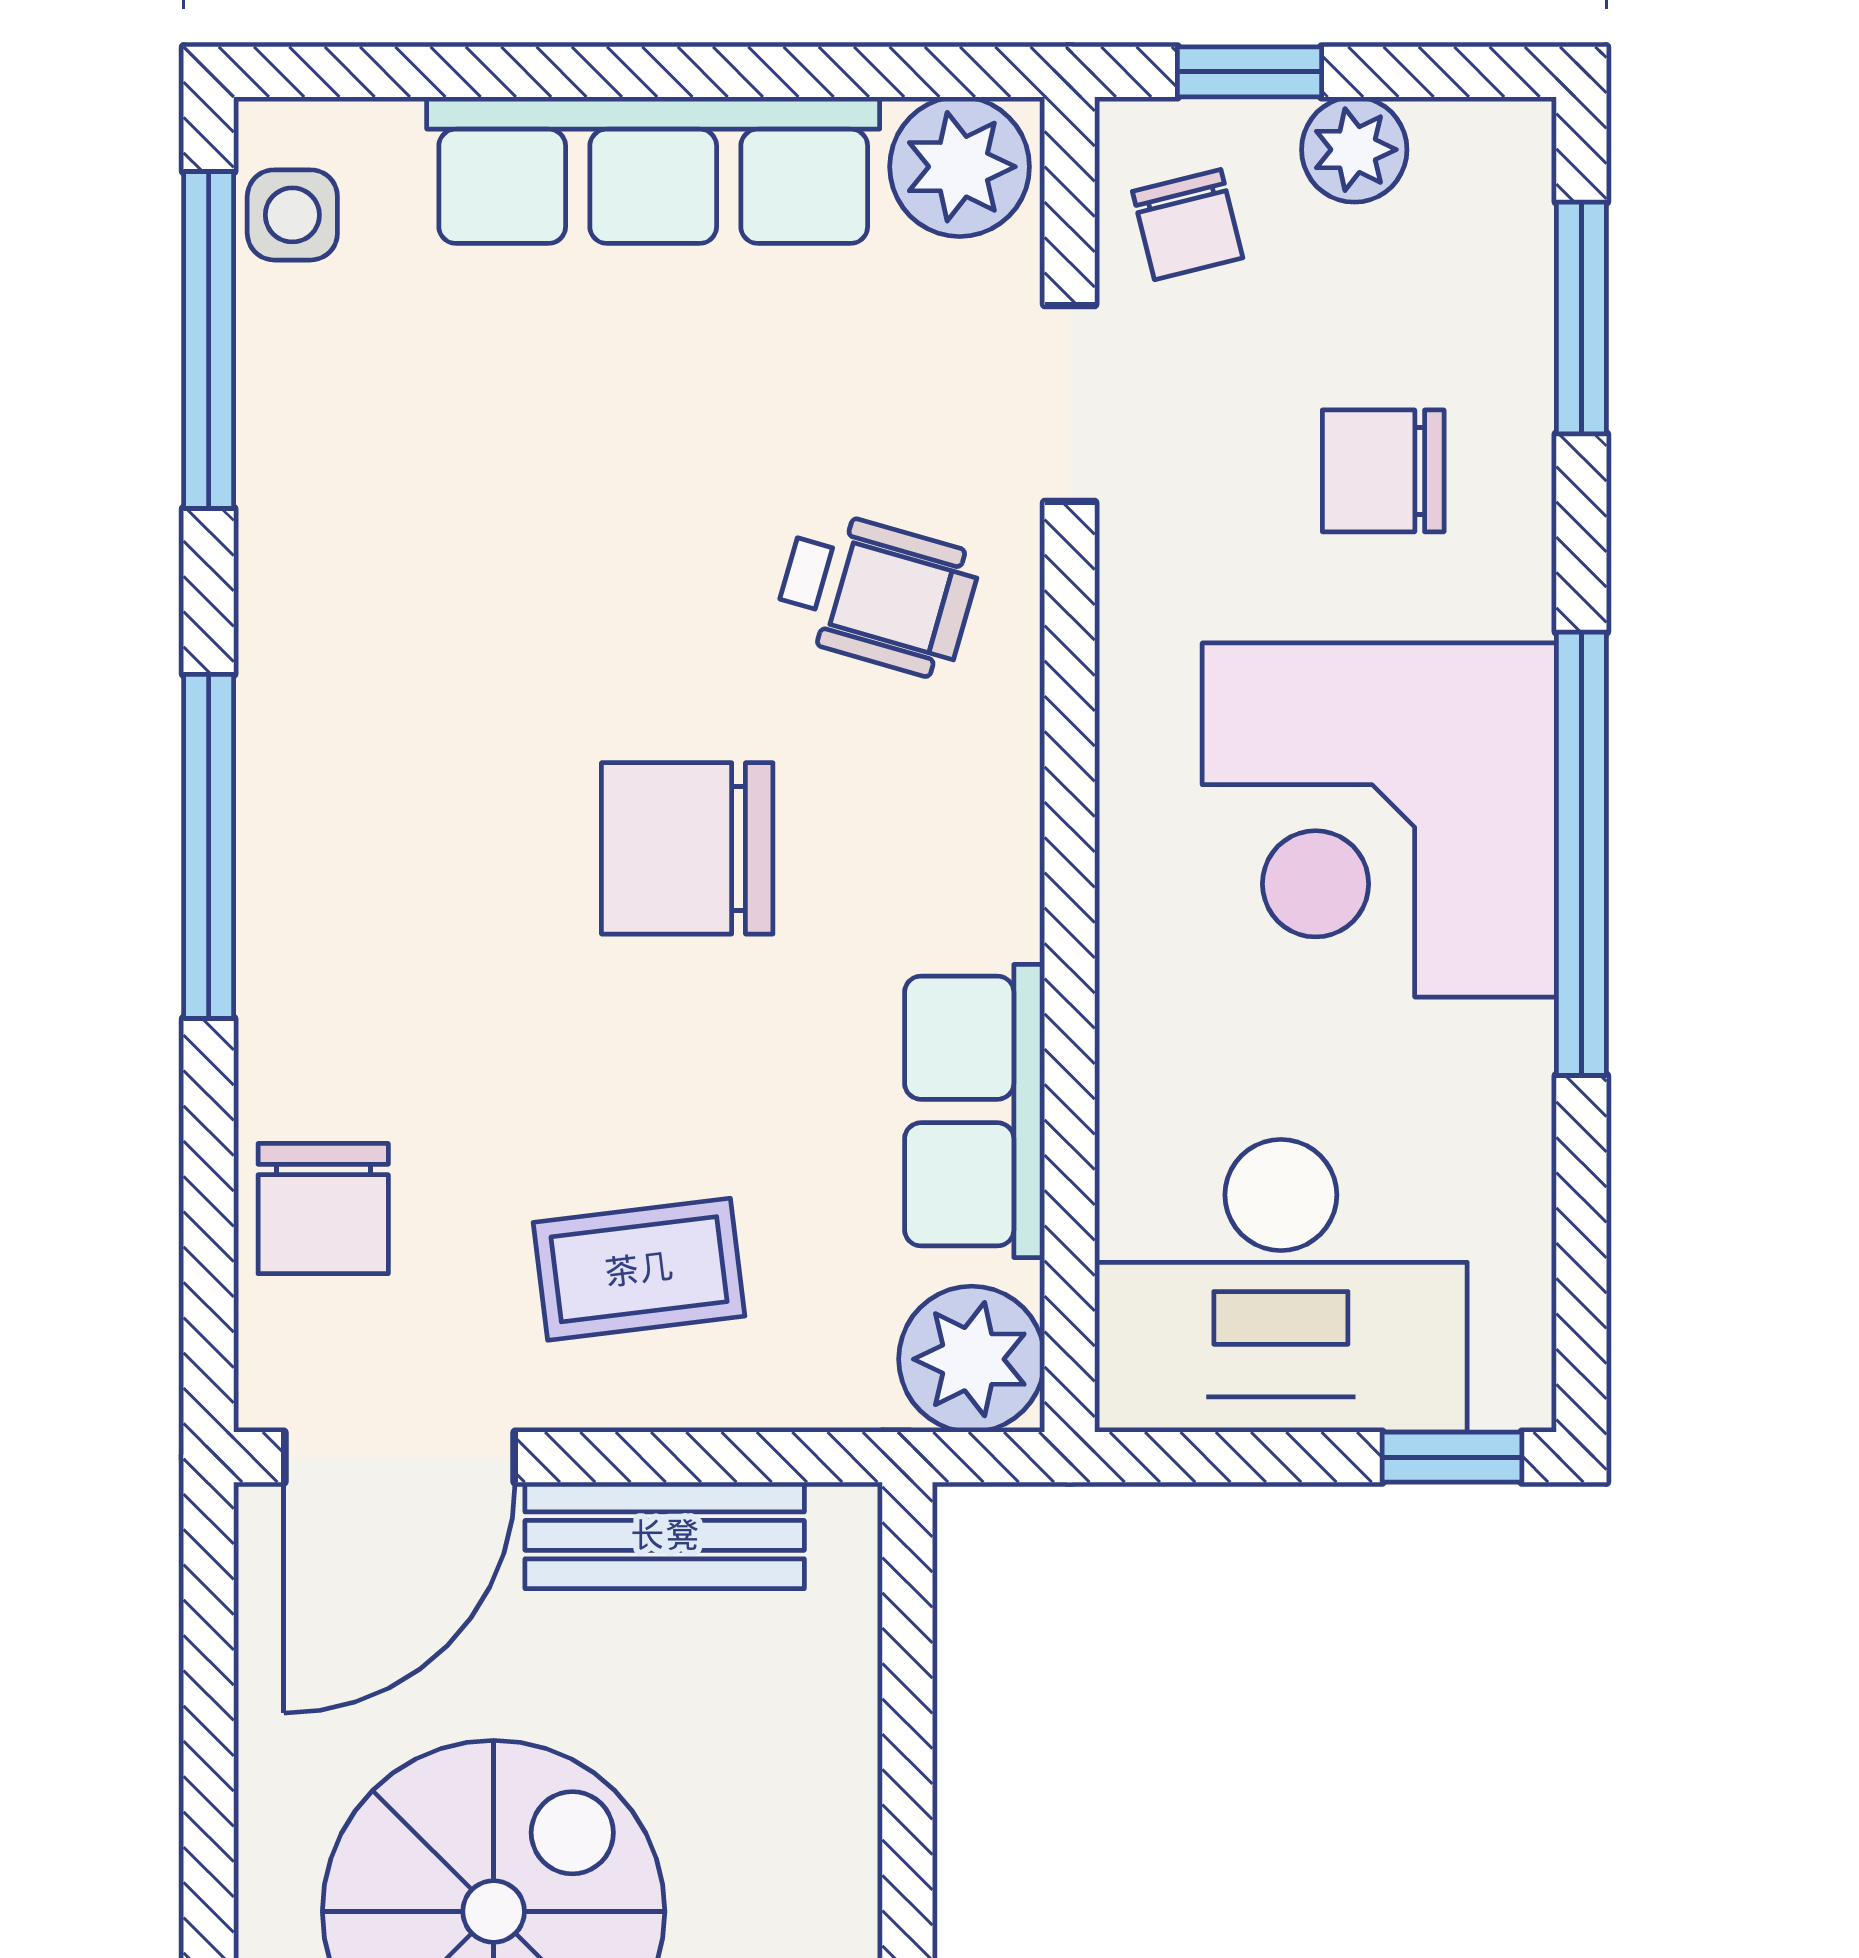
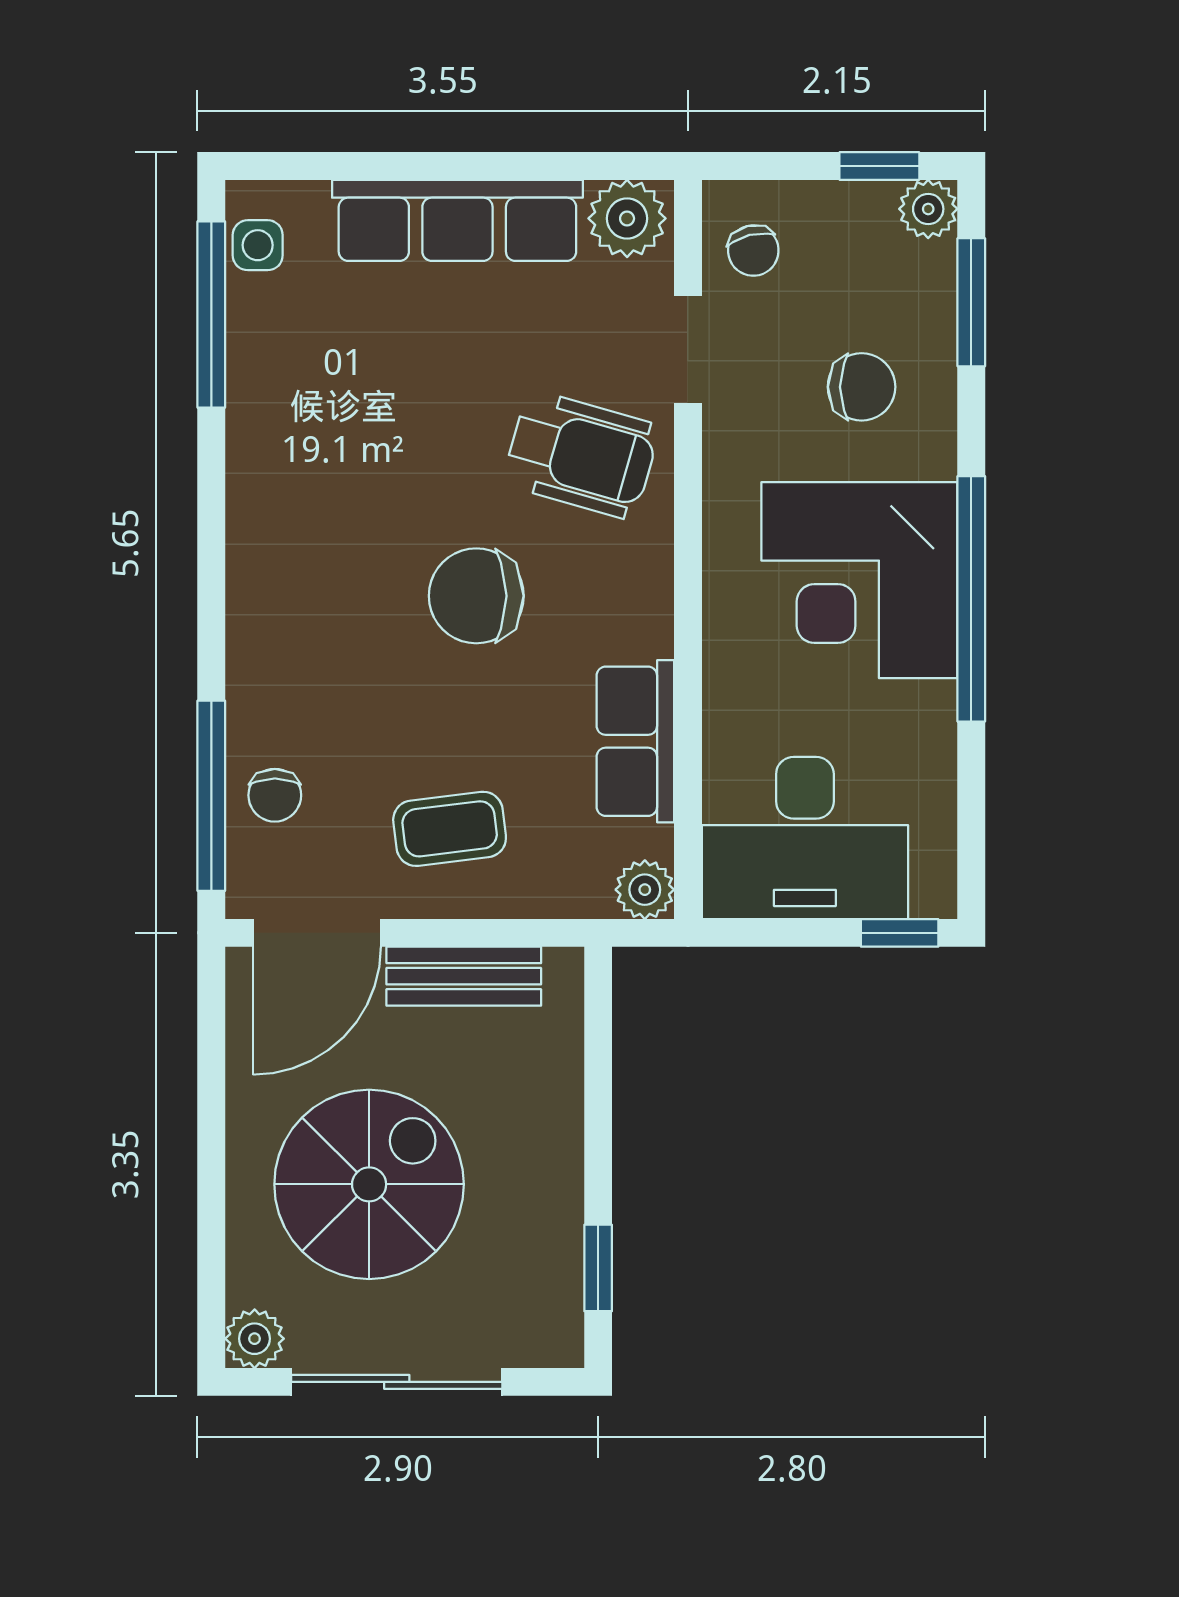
window: (1249, 72) -> (879, 166), moved
plant: (1354, 150) -> (928, 209), moved
chair: (1383, 471) -> (862, 387), turned 180
wheelchair: (877, 594) -> (581, 455), width x1.36, depth x1.37
window: (209, 846) -> (211, 796), moved
chair: (323, 1209) -> (275, 795), width x0.73, depth x0.73
plant: (972, 1359) -> (645, 890), width x0.73, depth x0.73

